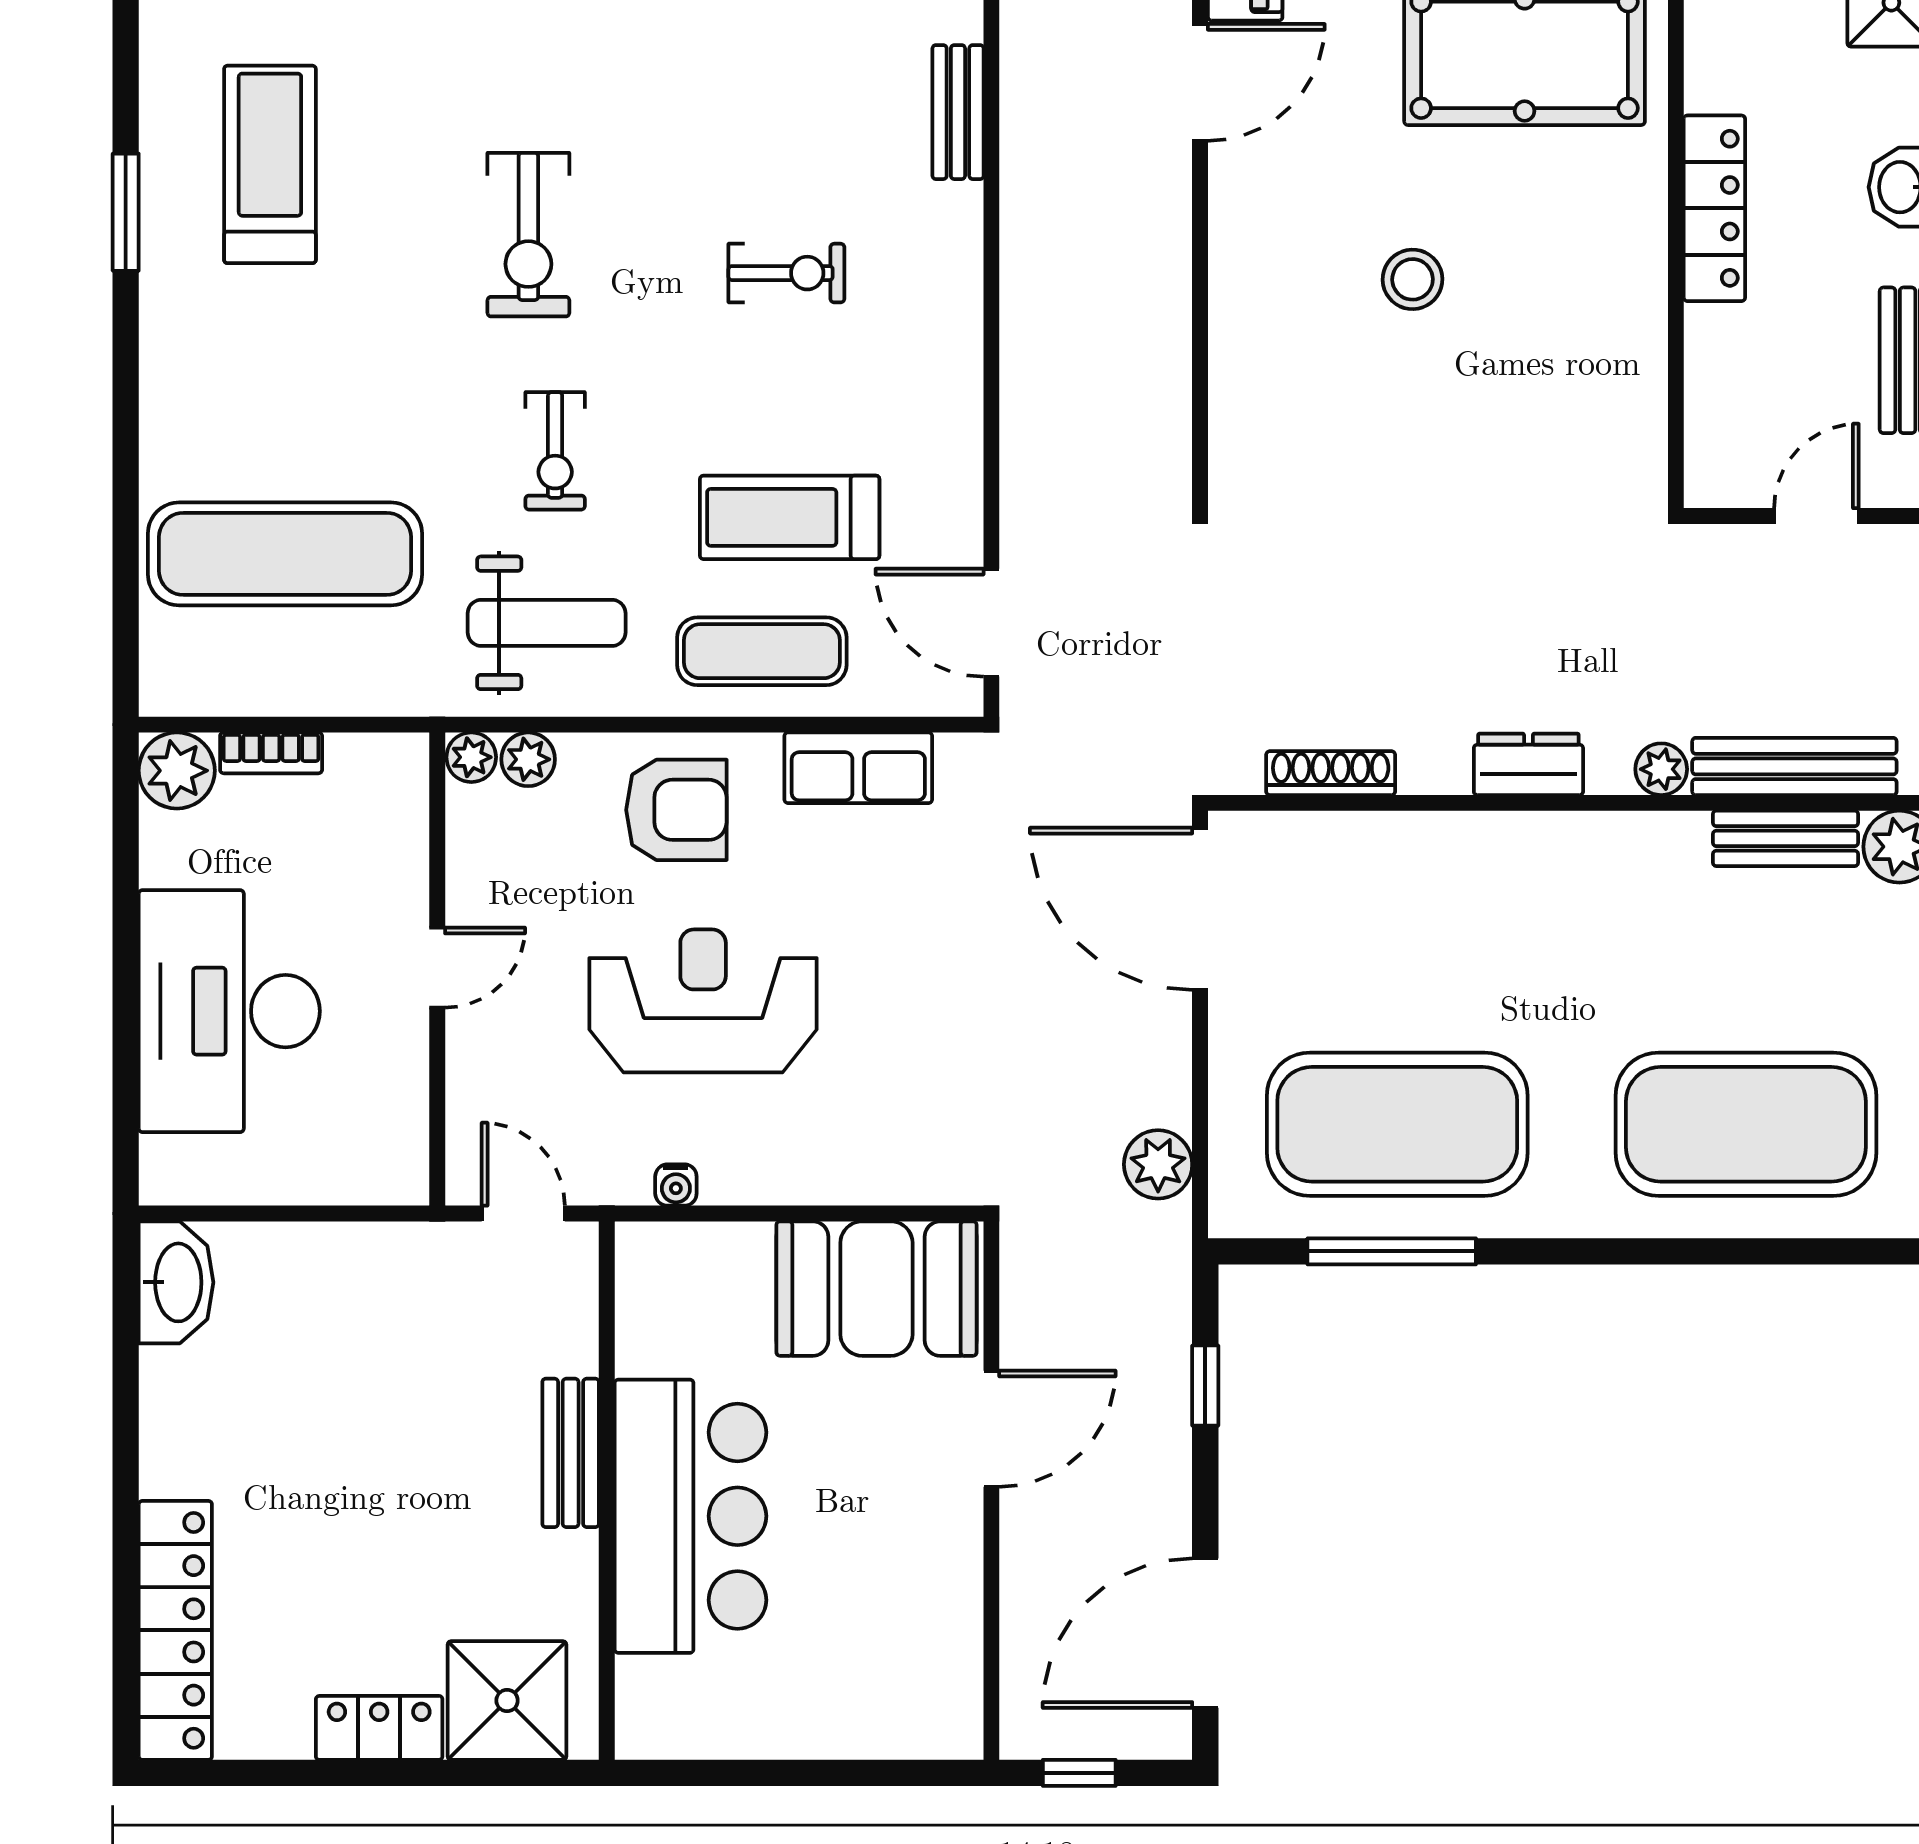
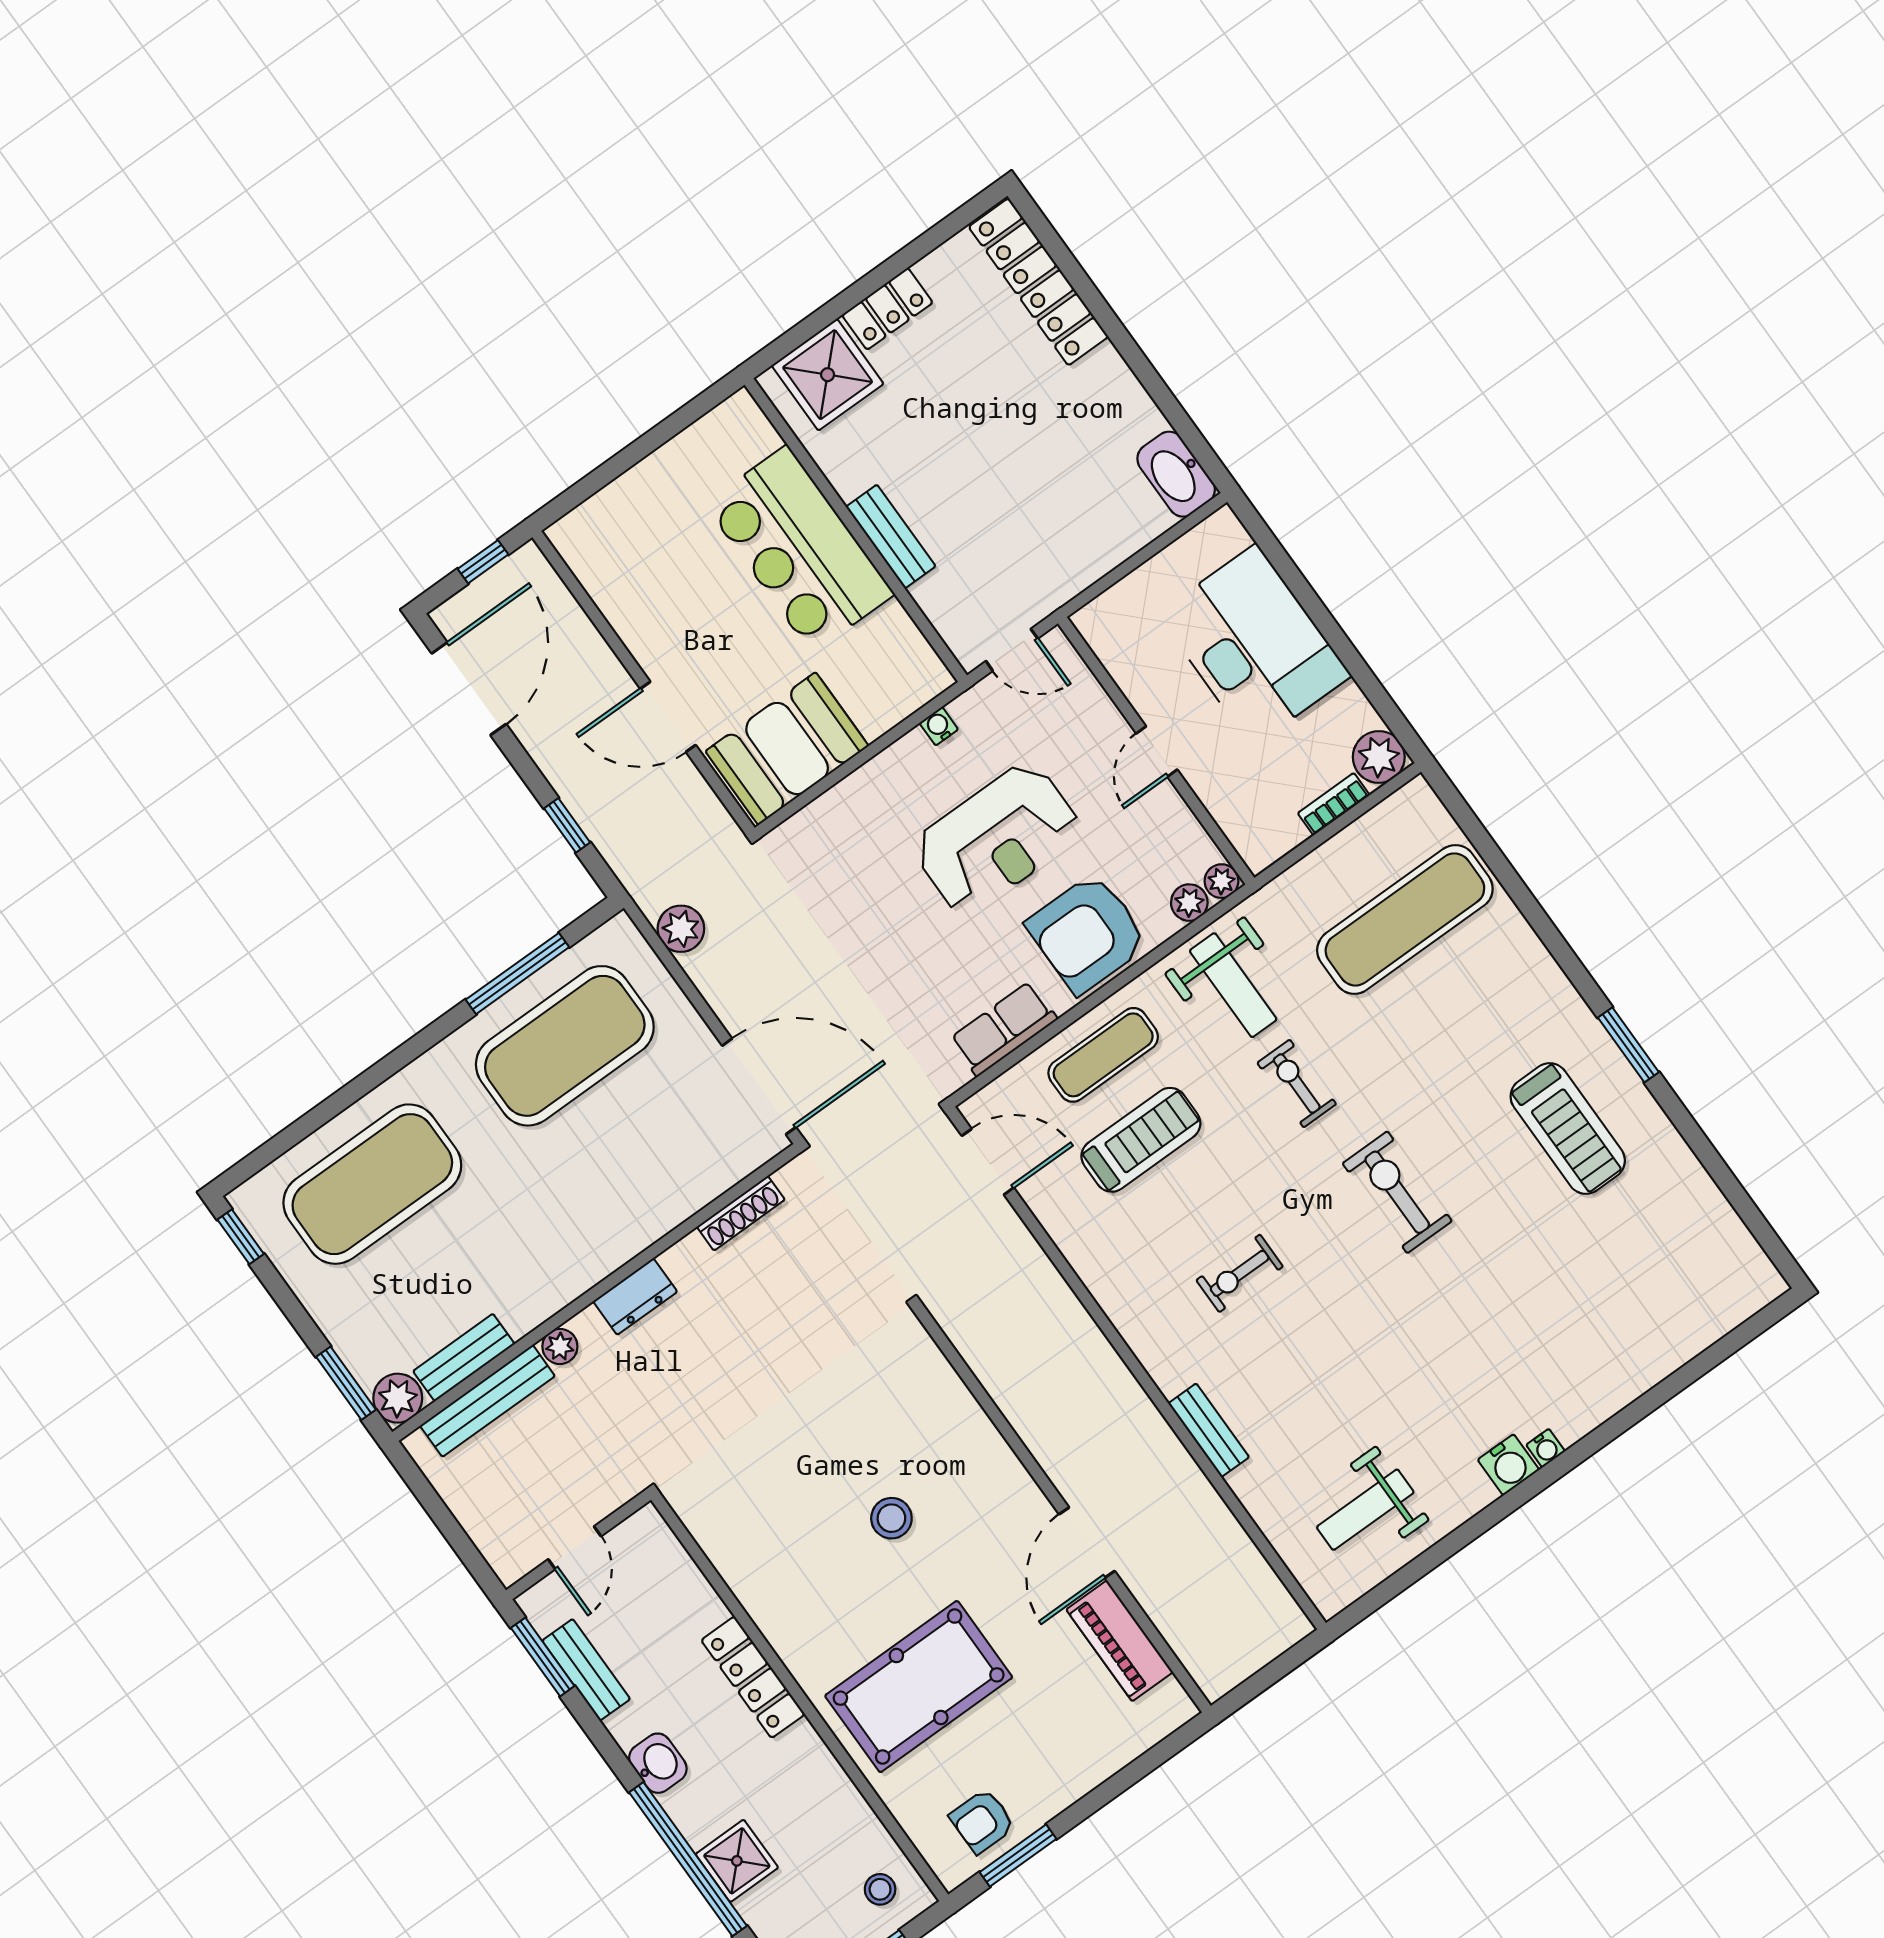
weight bench: (547, 623) -> (1233, 985), turned -90
armchair: (676, 810) -> (1087, 933), width x1.36, depth x1.36
door: (991, 1429) -> (668, 717), hinge flipped

